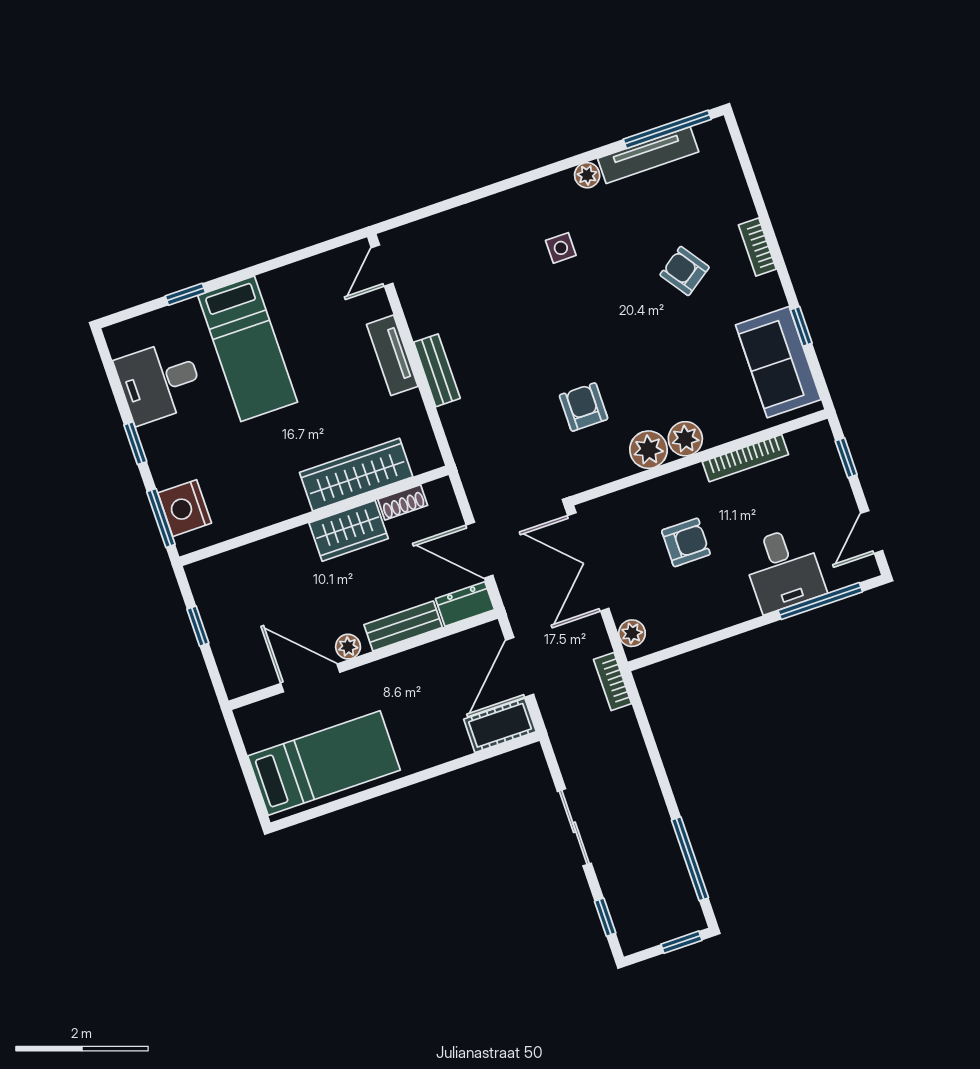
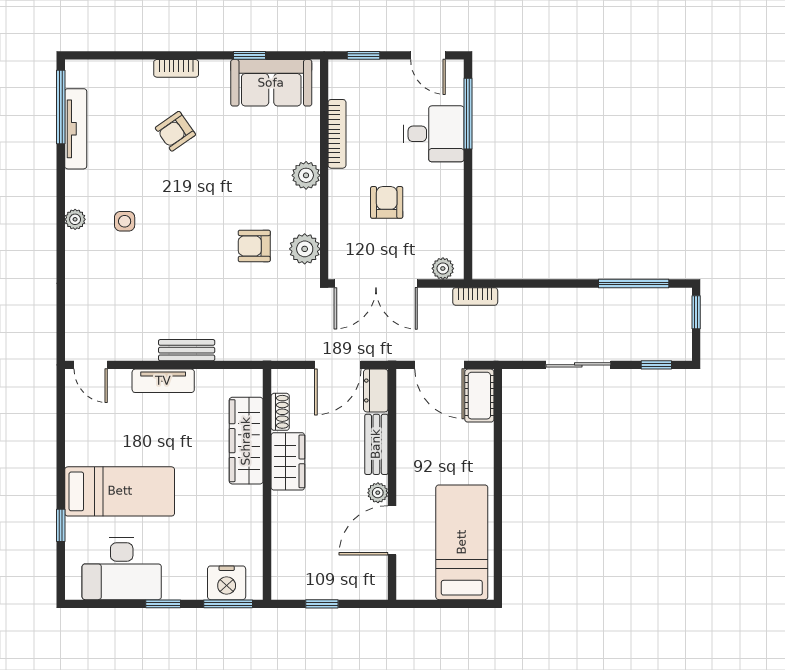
plant: (587, 175) -> (75, 219), moved
desk: (159, 382) -> (122, 569), width x1.37
plant: (649, 450) -> (305, 249), moved

